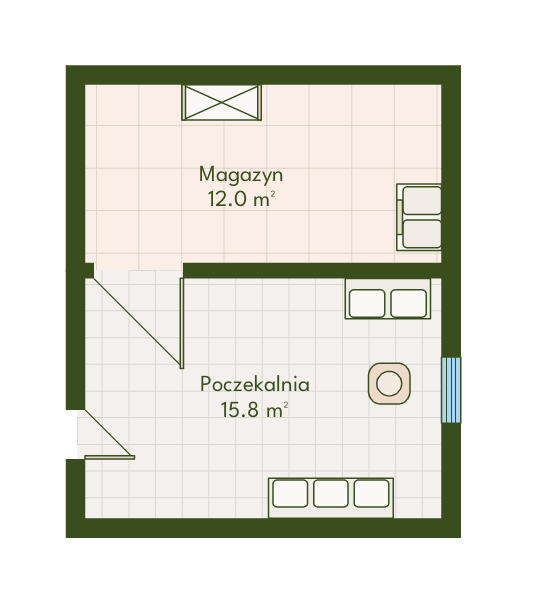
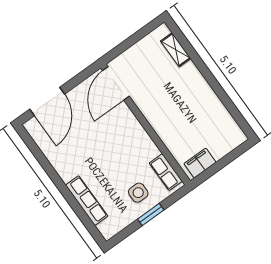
shelving: (222, 102) -> (176, 50), moved
door: (75, 435) -> (47, 102), width x1.88

